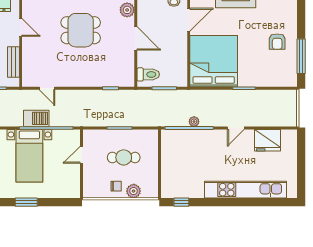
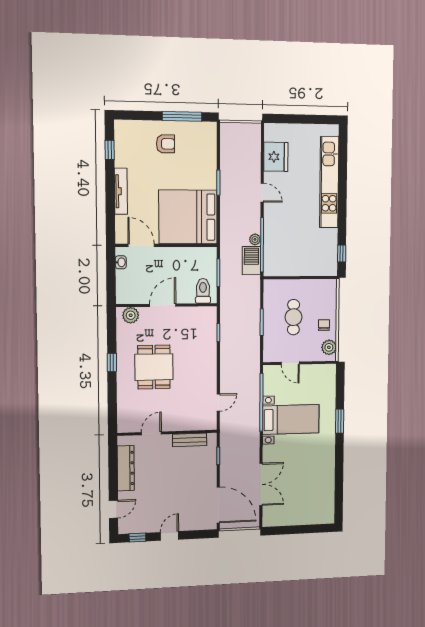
barbecue: (36, 118) -> (251, 261), moved
plant: (134, 191) -> (329, 347), moved

